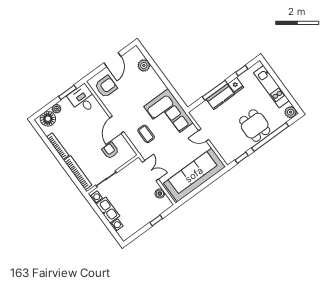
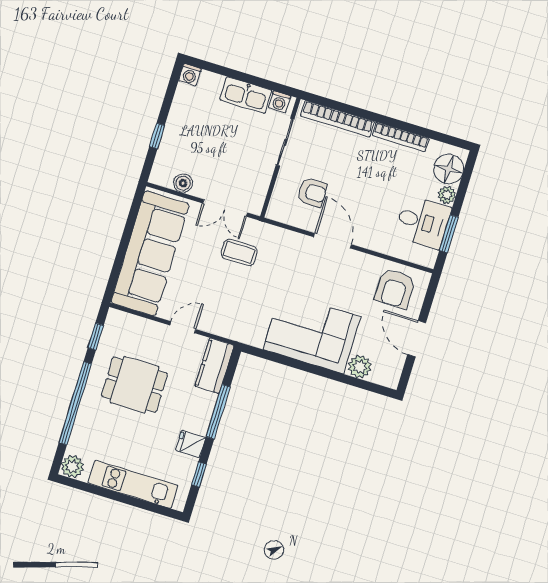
kitchen counter: (220, 97) -> (214, 366), moved
desk: (83, 99) -> (423, 222), moved
corner sofa: (168, 115) -> (312, 333), moved
dining table: (255, 126) -> (134, 385), moved
coffee table: (146, 134) -> (239, 252), moved
washing machine: (117, 225) -> (190, 75), moved

